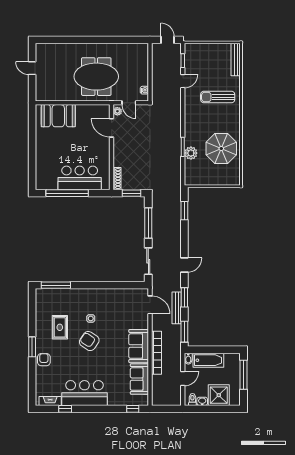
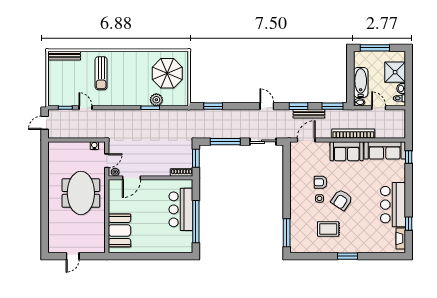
parasol: (221, 149) -> (167, 73), moved
armchair: (44, 360) -> (321, 182), moved
sofa: (139, 379) -> (385, 150), width x1.36

